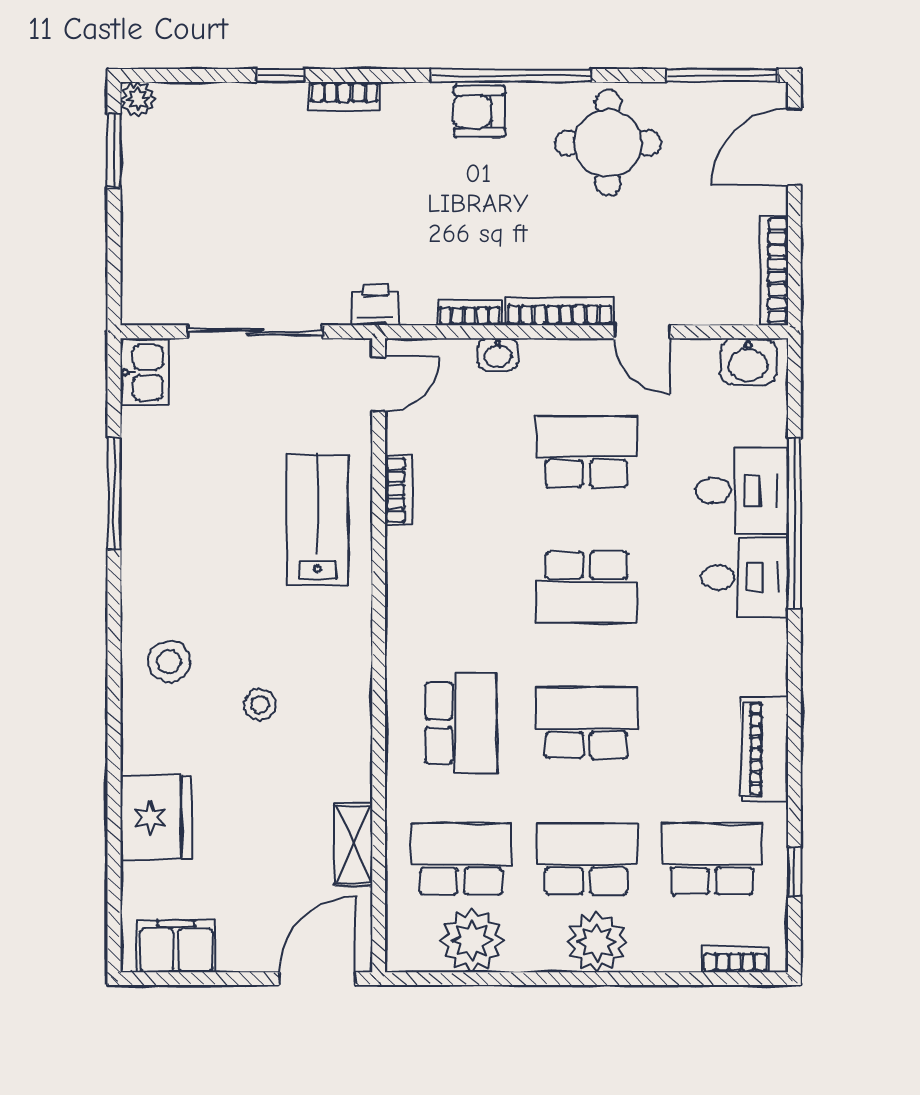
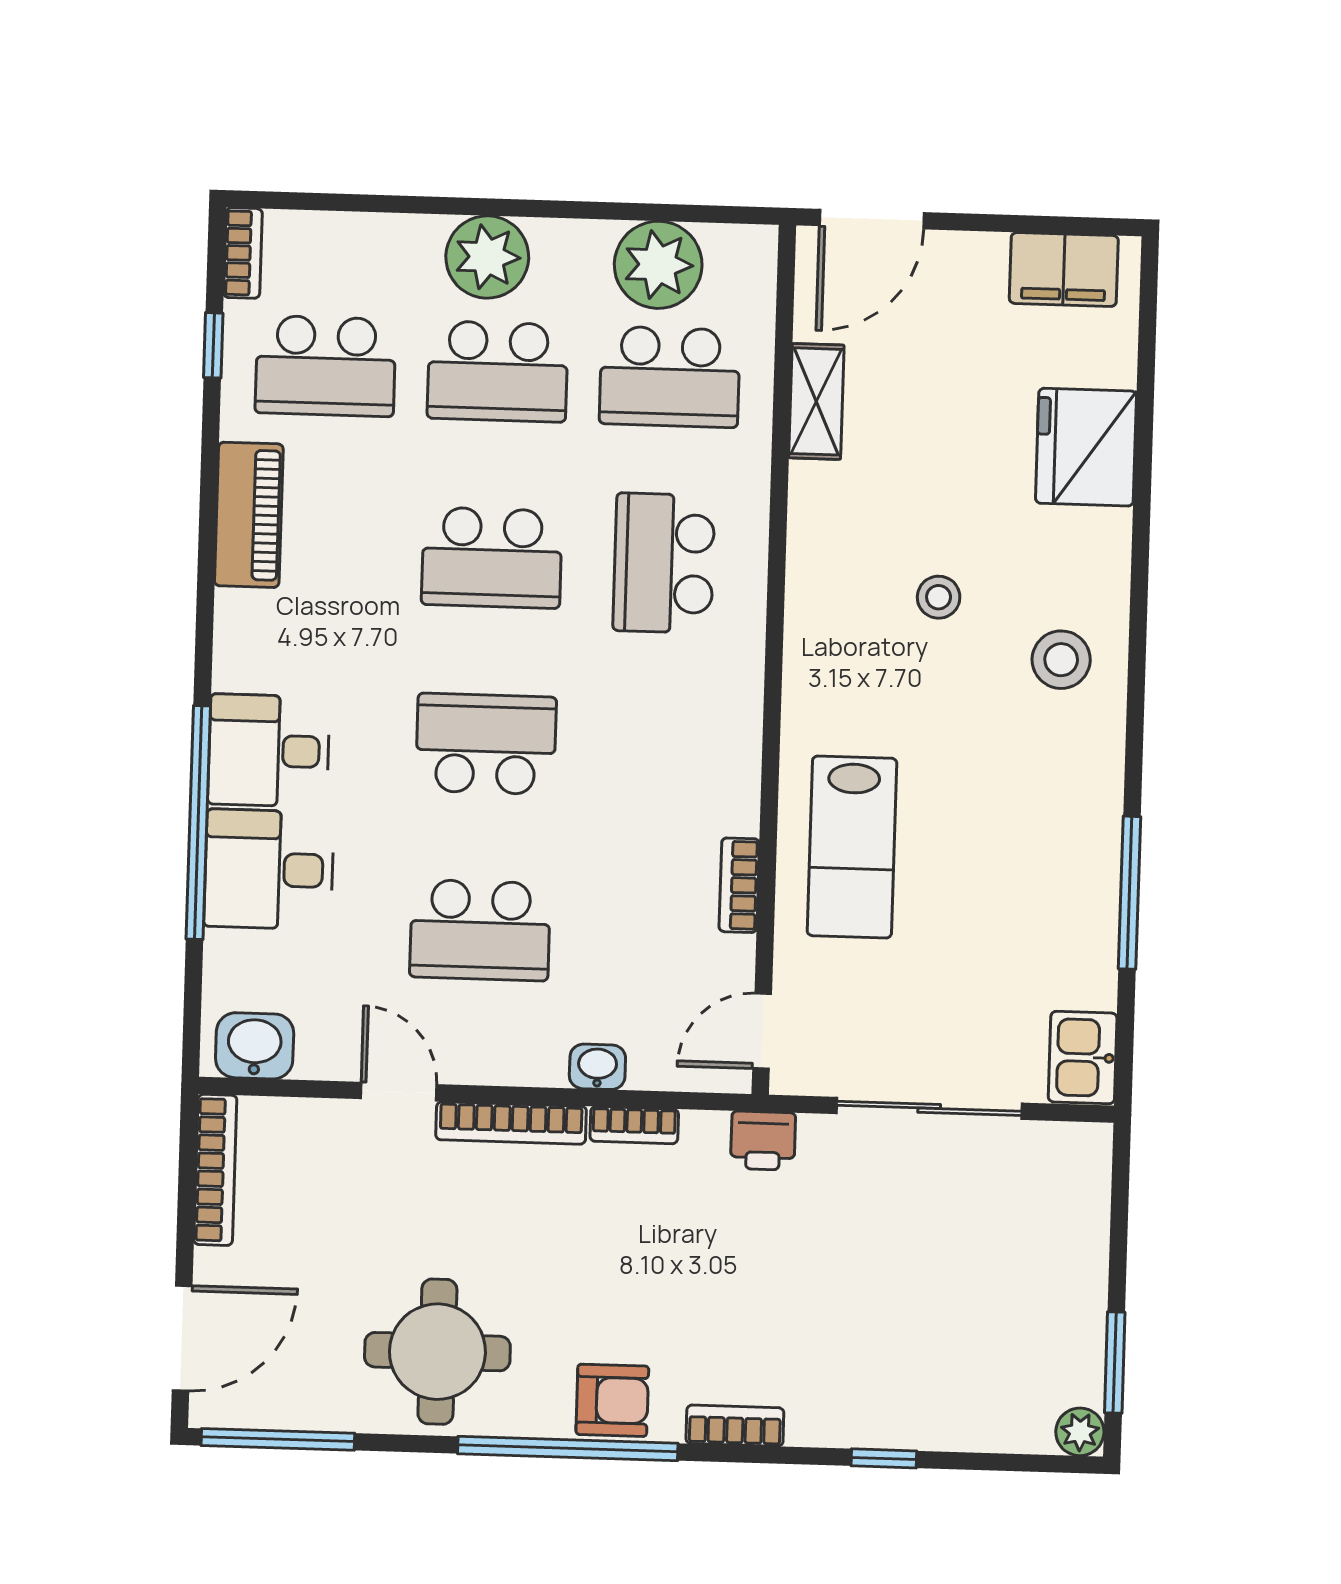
bookcase: (344, 96) -> (735, 1426), moved
bookcase: (735, 959) -> (243, 253), moved, turned -90

